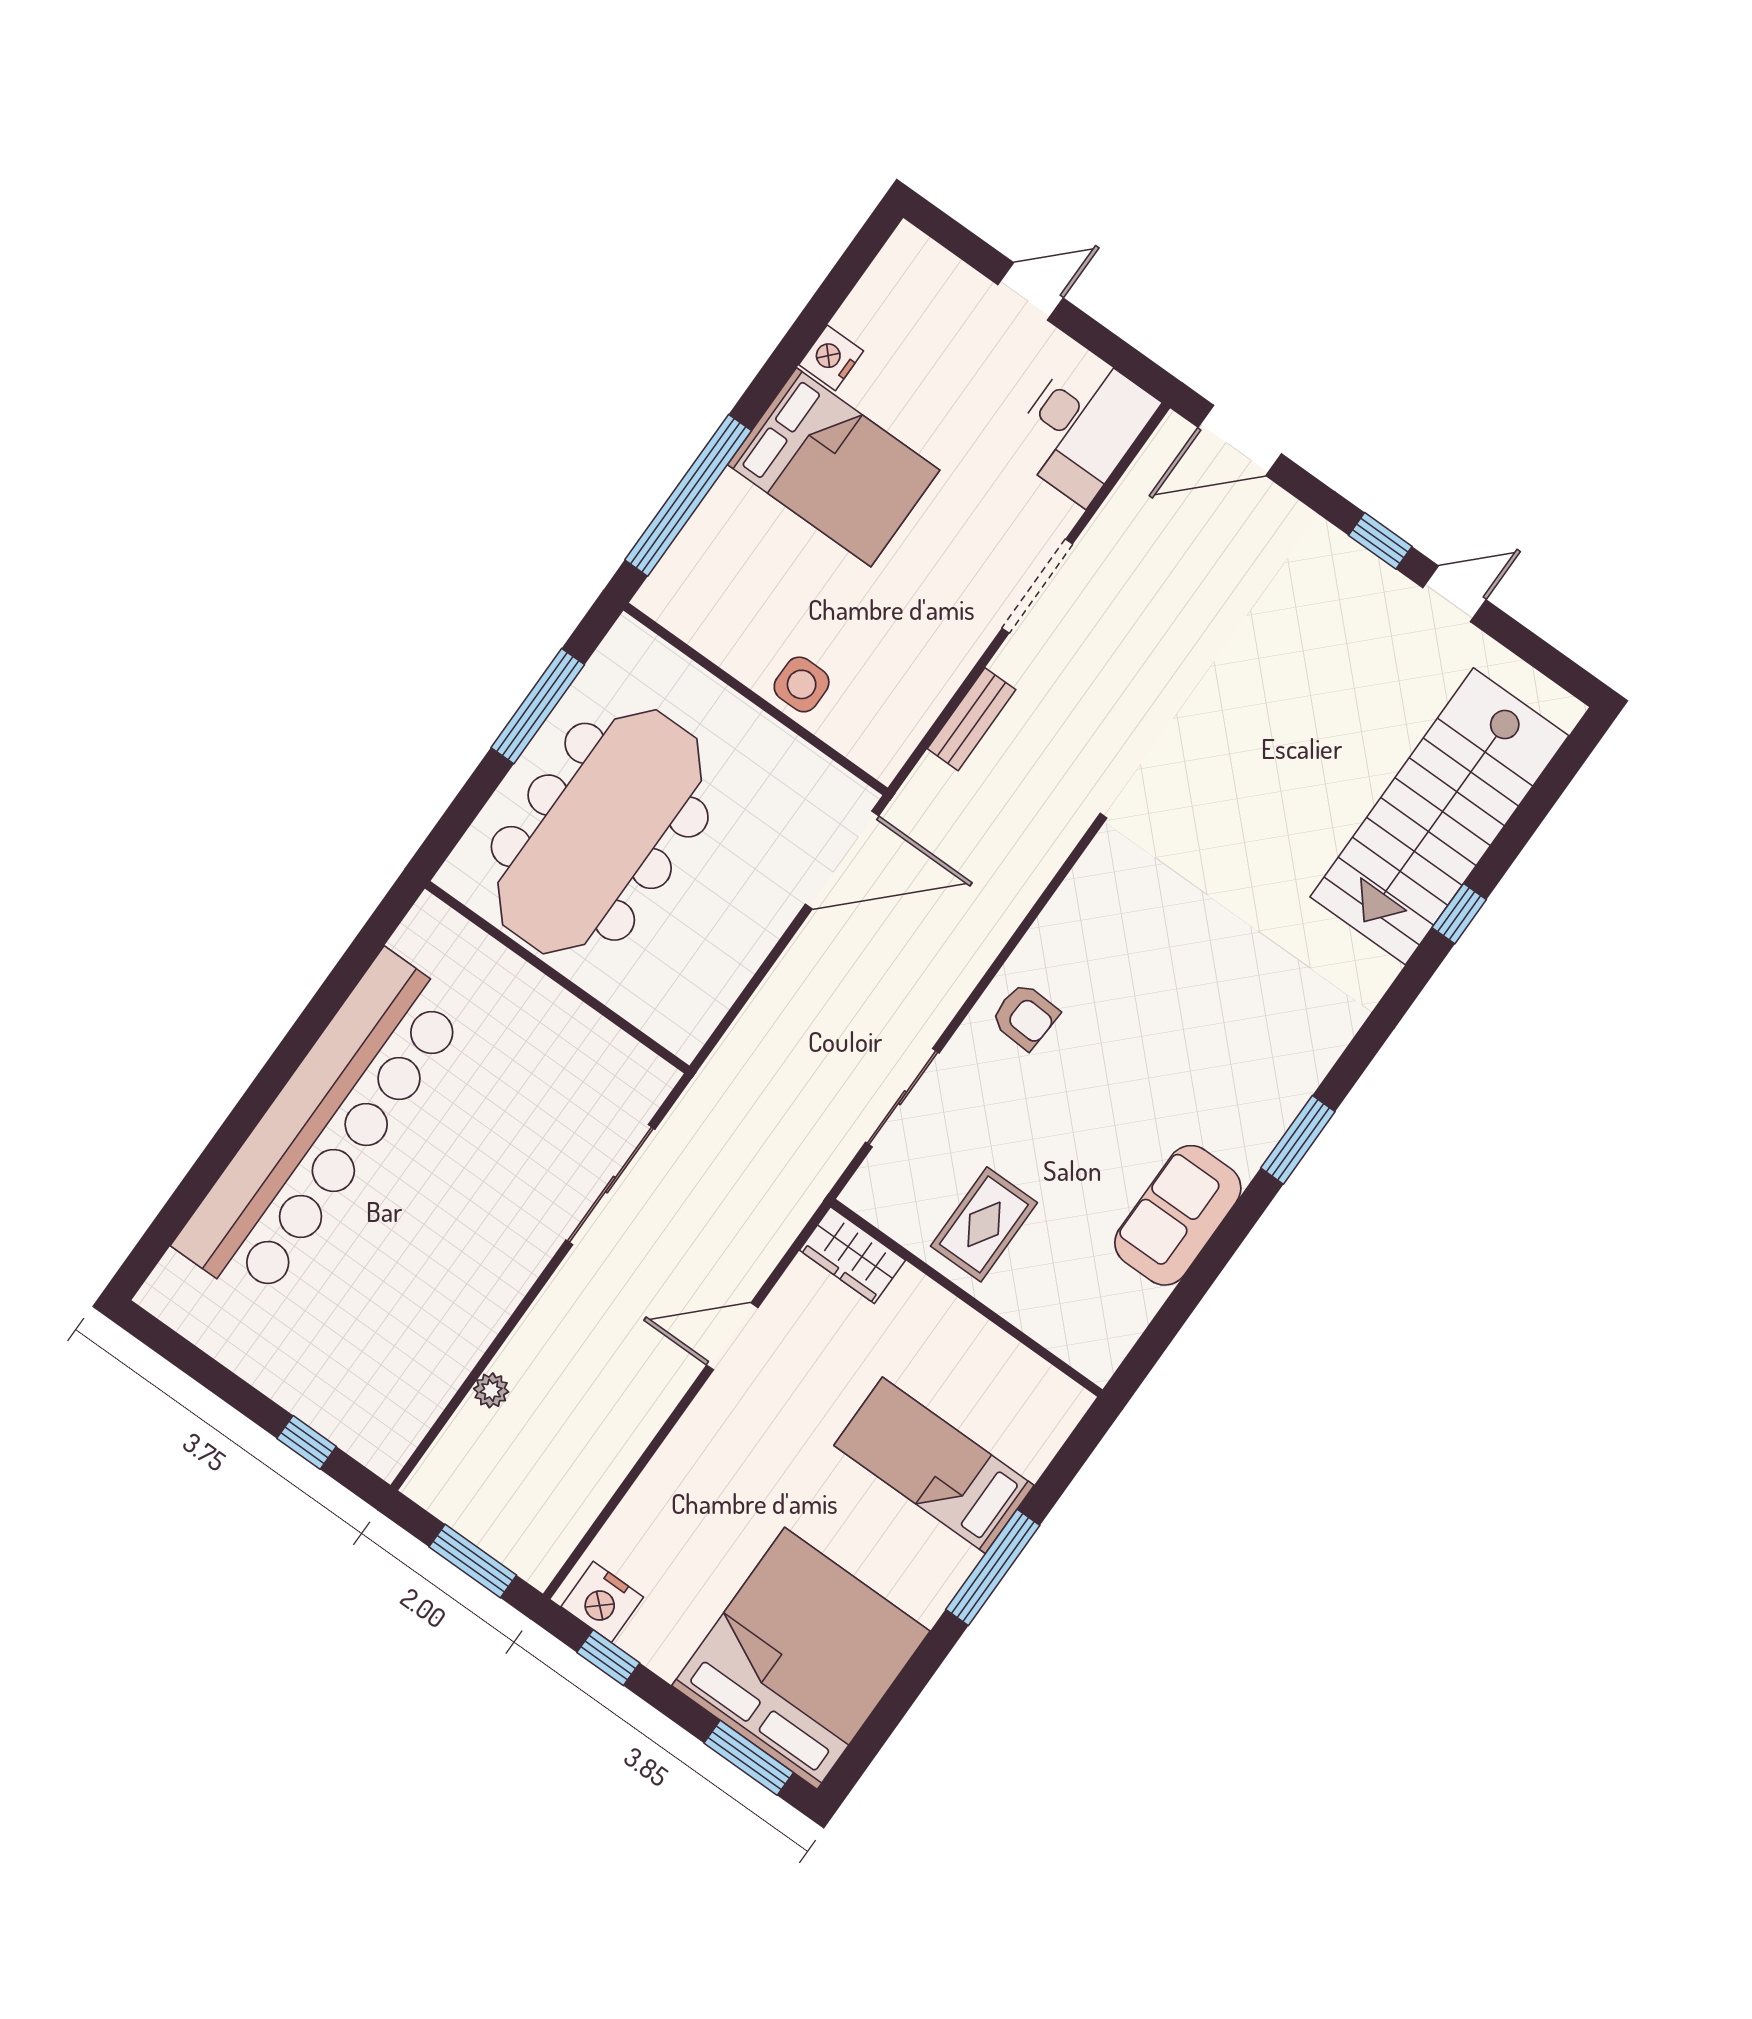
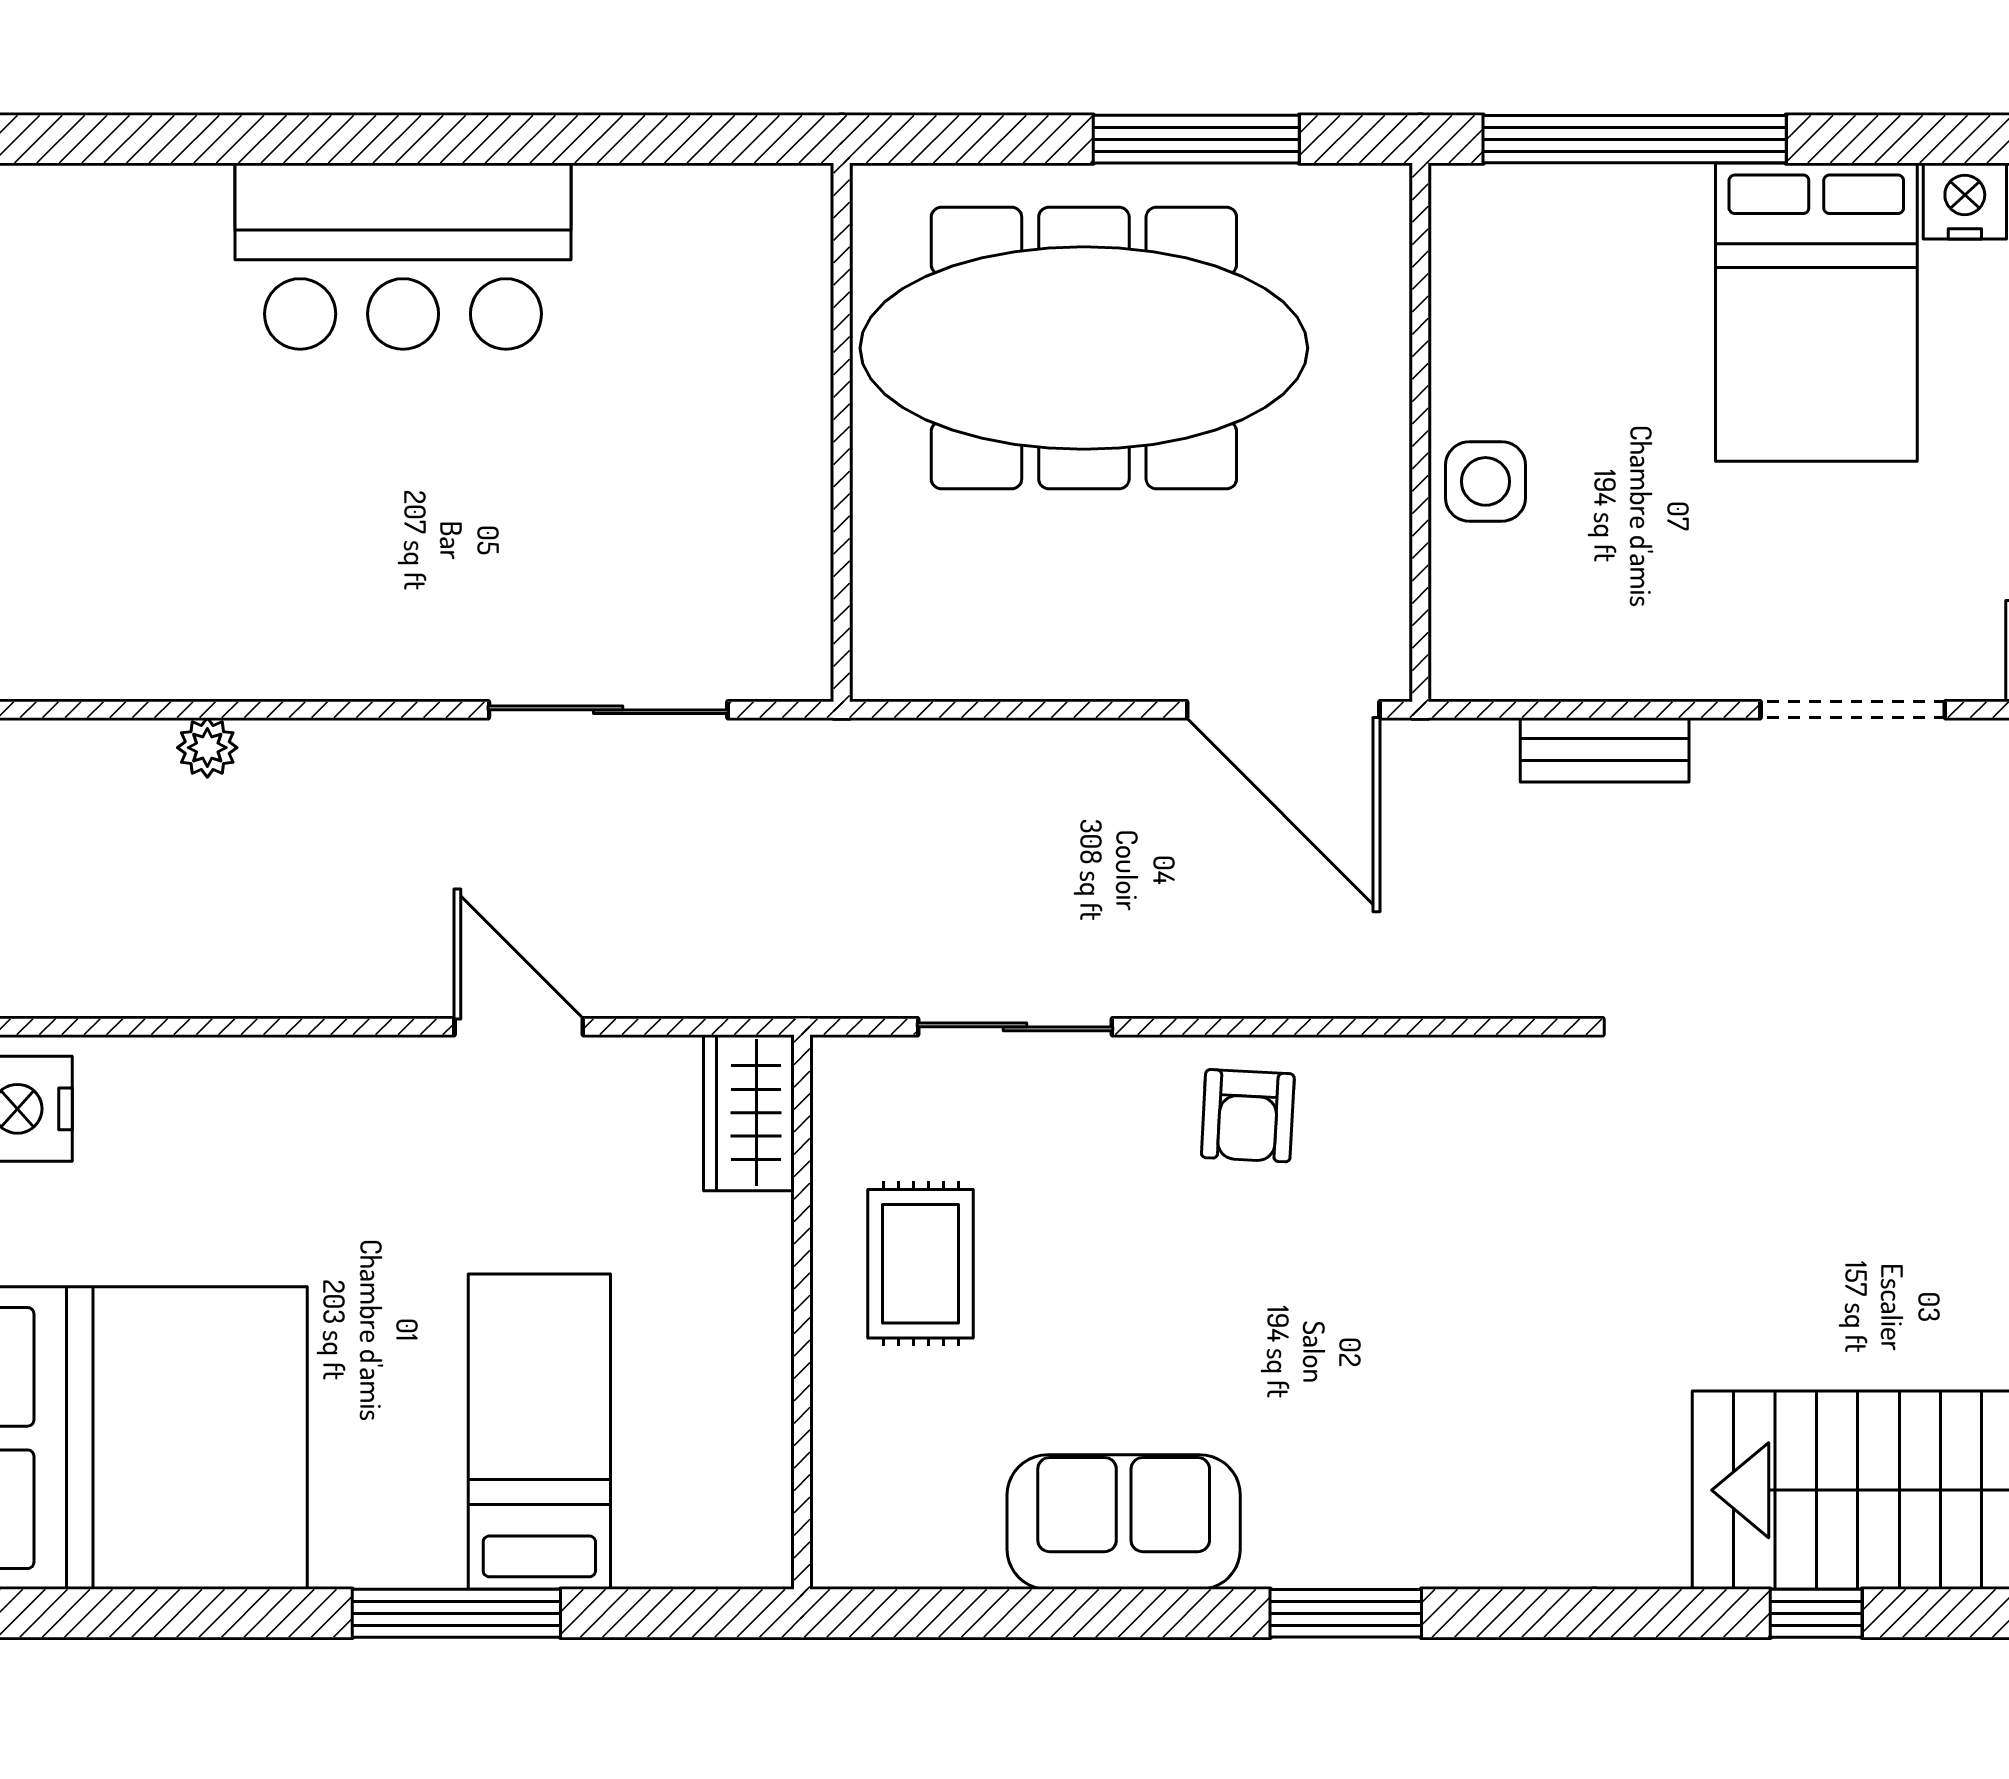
bar counter: (322, 1128) -> (403, 256), width x0.54
rug: (984, 1224) -> (921, 1264), turned 90

